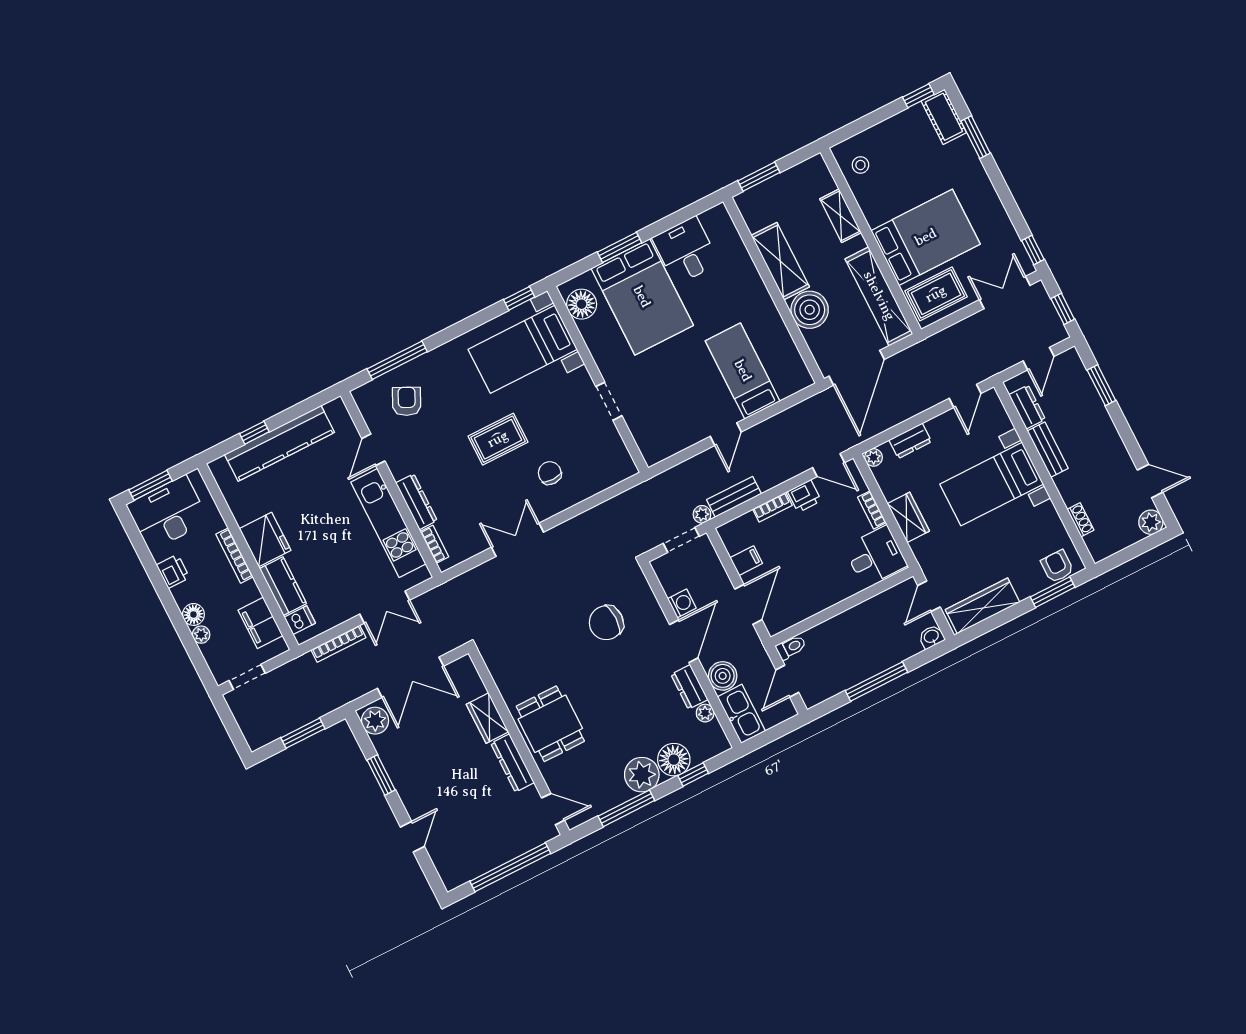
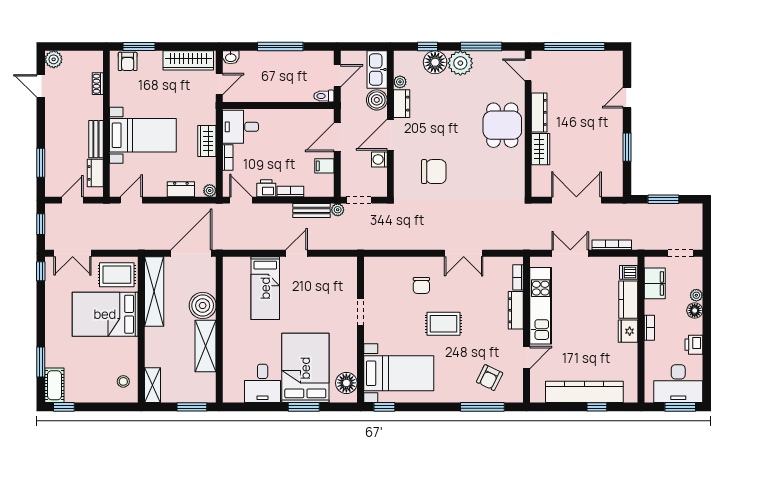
shelving: (840, 216) -> (152, 385), moved
fridge: (265, 539) -> (628, 331), width x0.73, depth x0.75
bookcase: (234, 556) -> (649, 328), width x0.64
plant: (375, 721) -> (613, 184), removed

